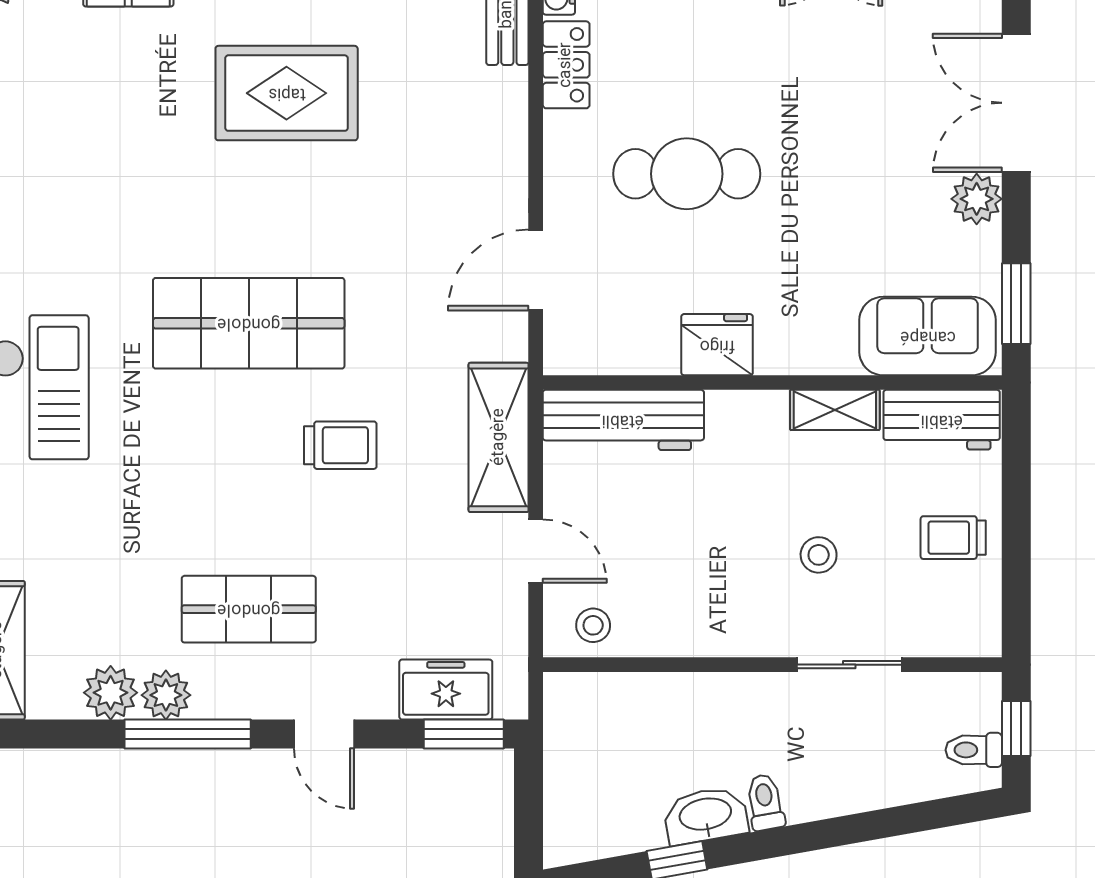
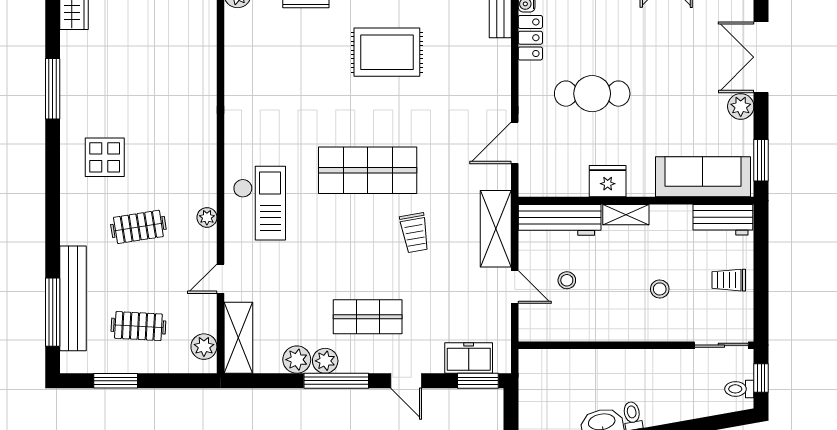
sofa: (928, 336) -> (703, 177), width x1.36
shelving: (835, 410) -> (626, 215), moved
trolley: (340, 445) -> (415, 233), turned 80
stool: (593, 625) -> (567, 280), moved
sliding door: (849, 665) -> (721, 345), moved

